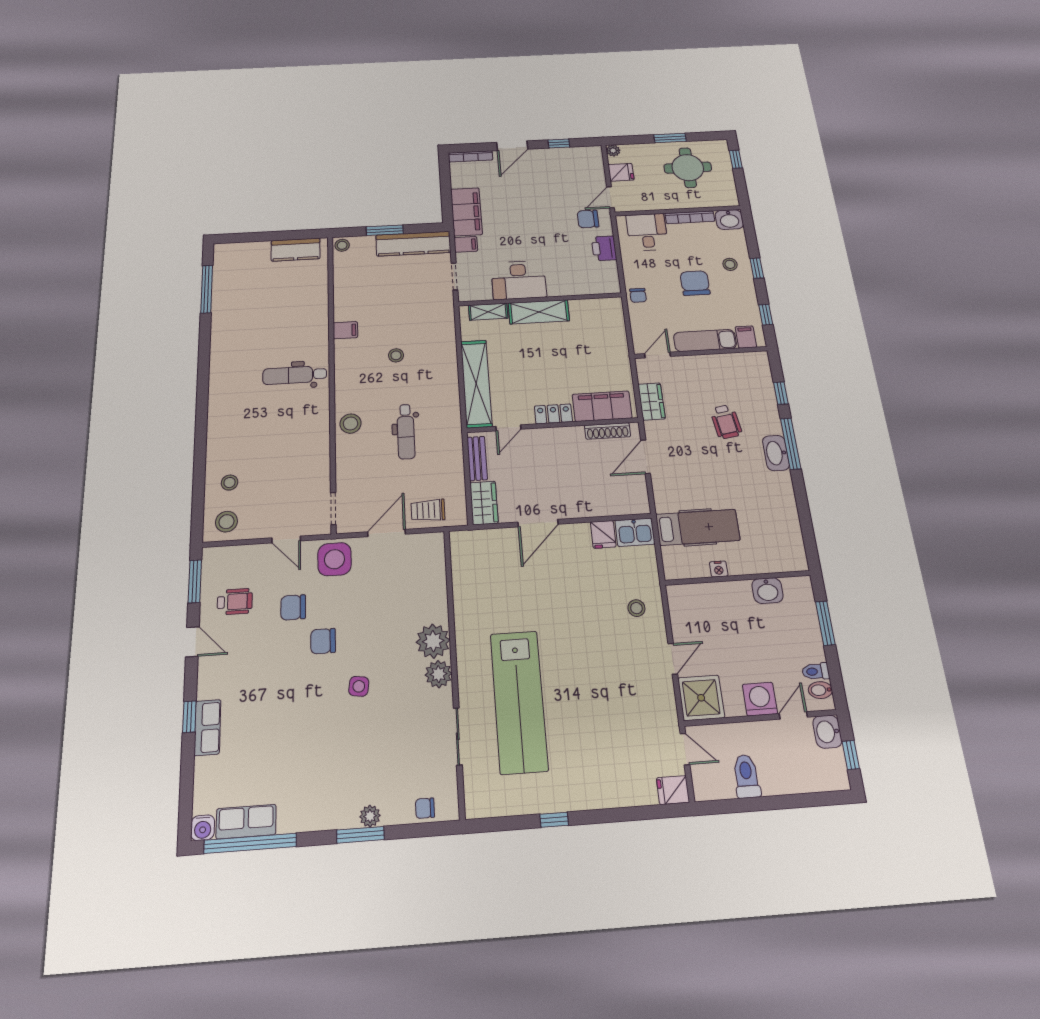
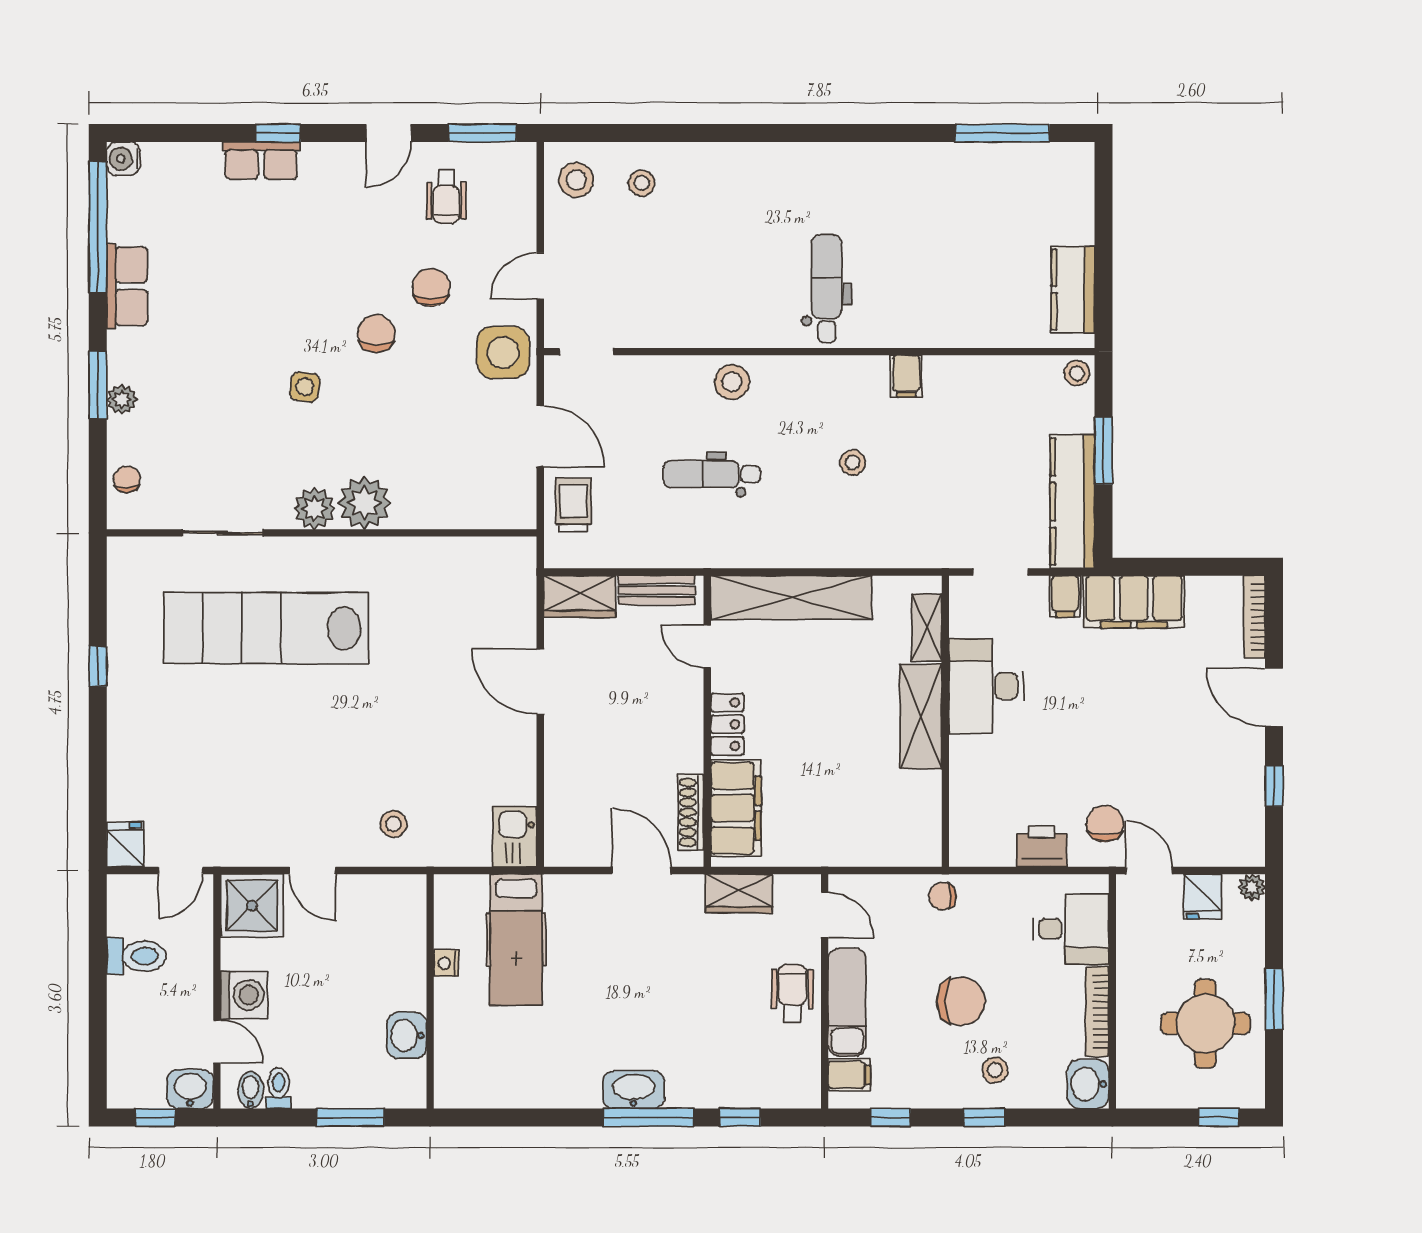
wheelchair: (726, 422) -> (792, 994), moved, turned 99
fridge: (603, 534) -> (515, 785), removed
row of seats: (246, 822) -> (127, 286), moved

